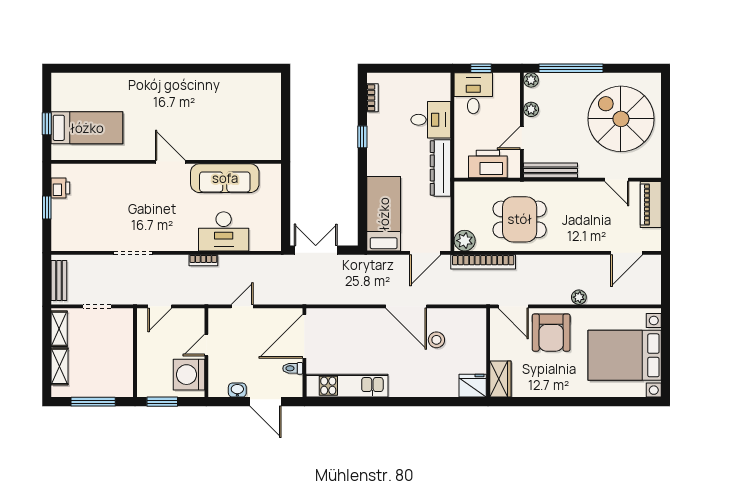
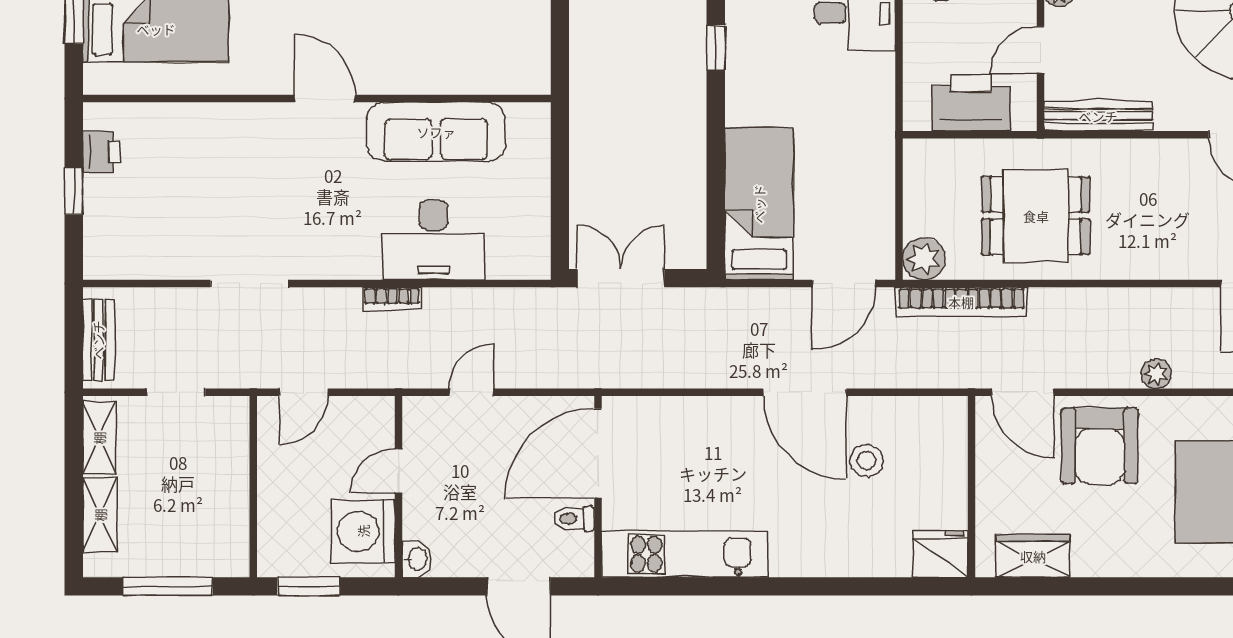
dresser: (441, 168) -> (875, 111), removed
wardrobe: (500, 379) -> (1033, 556), moved, turned -90
washbasin: (237, 390) -> (417, 559), moved, turned 90

